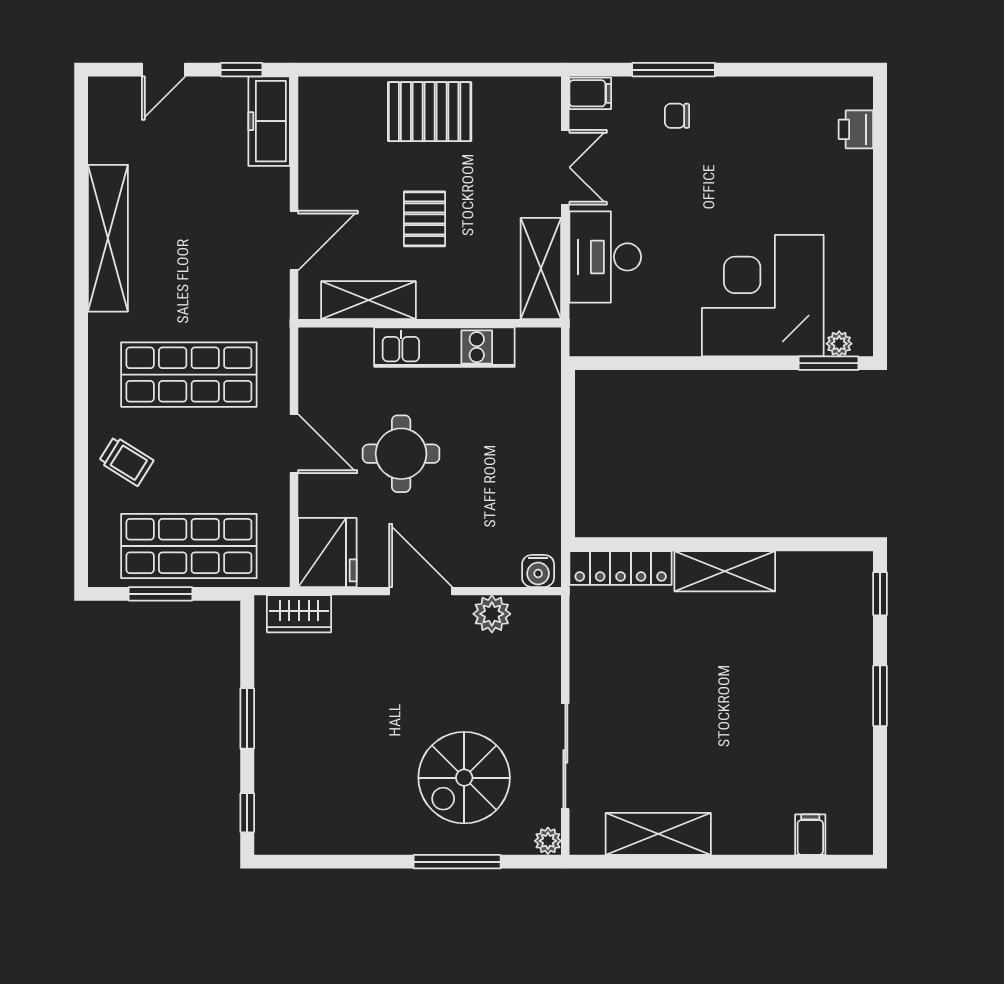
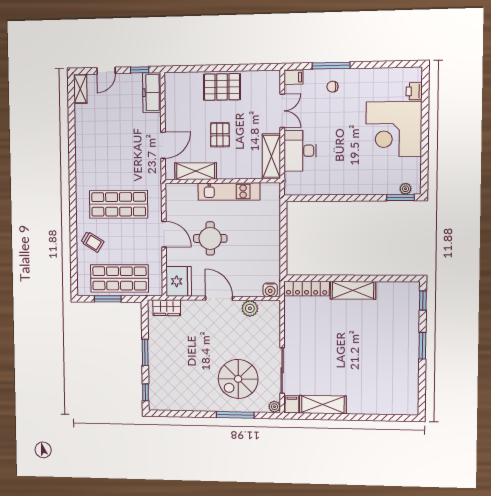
shelving: (108, 238) -> (80, 89), moved, width x0.45, depth x0.75
corner desk: (763, 296) -> (394, 129), moved, turned -90
filing cabinet: (810, 835) -> (292, 404), moved

